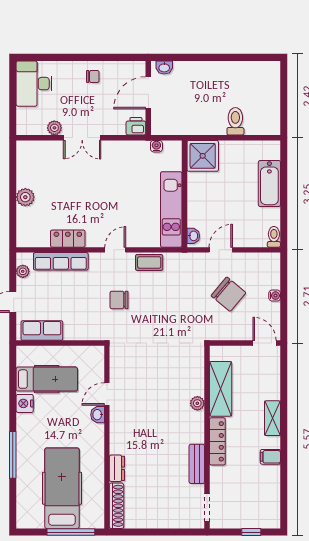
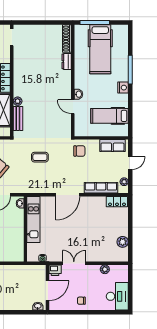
double door: (82, 138) -> (74, 263), moved
shower: (203, 156) -> (14, 252), removed
plant: (25, 197) -> (123, 242), moved
locker: (68, 239) -> (117, 202), moved
door: (115, 250) -> (68, 195), width x1.88
coffee table: (149, 262) -> (40, 157), moved
chair: (119, 300) -> (79, 151), moved
door: (107, 394) -> (73, 107), swing flipped
nightstand: (25, 403) -> (123, 88), moved
bench: (197, 464) -> (18, 118), moved

